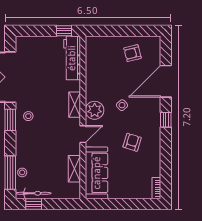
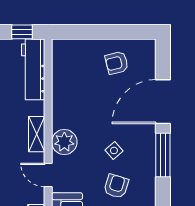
side table: (122, 105) -> (114, 150), moved
window: (166, 120) -> (163, 155), width x2.17
door: (83, 134) -> (48, 175), swing flipped

